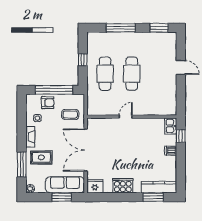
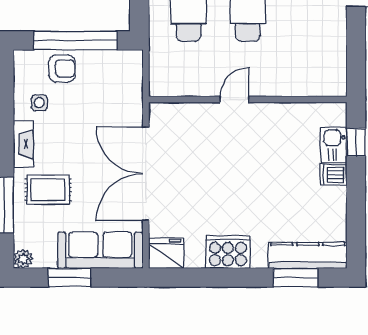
coffee table: (70, 115) -> (112, 95), removed
kitchen sink: (171, 126) -> (334, 145), moved
window: (62, 197) -> (70, 278), moved

